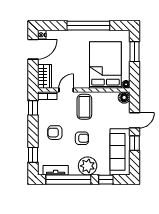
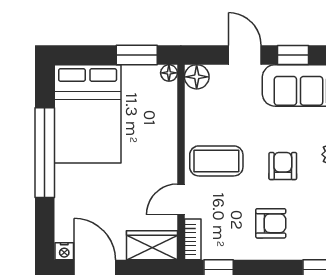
window: (135, 52) -> (137, 55), moved
bed: (105, 65) -> (88, 114), moved, turned -90
door: (66, 90) -> (181, 200), hinge flipped
armchair: (55, 133) -> (271, 223), turned -90

